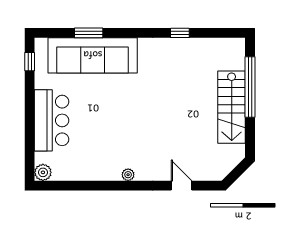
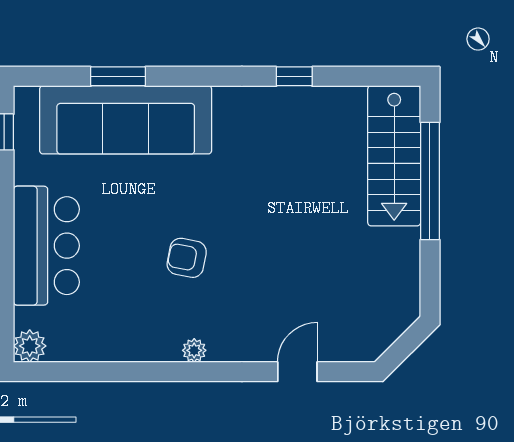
stairs: (232, 107) -> (394, 156), moved
armchair: (124, 127) -> (187, 258), added
door: (181, 186) -> (297, 372), hinge flipped

